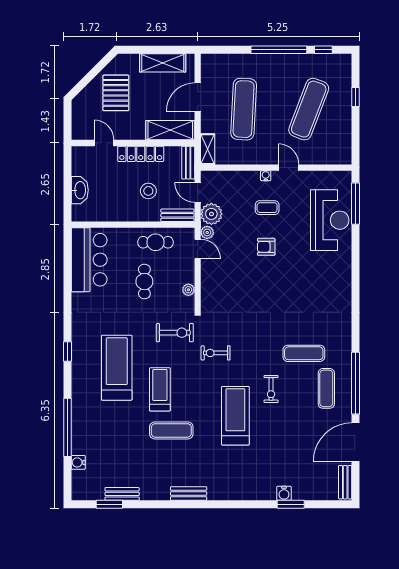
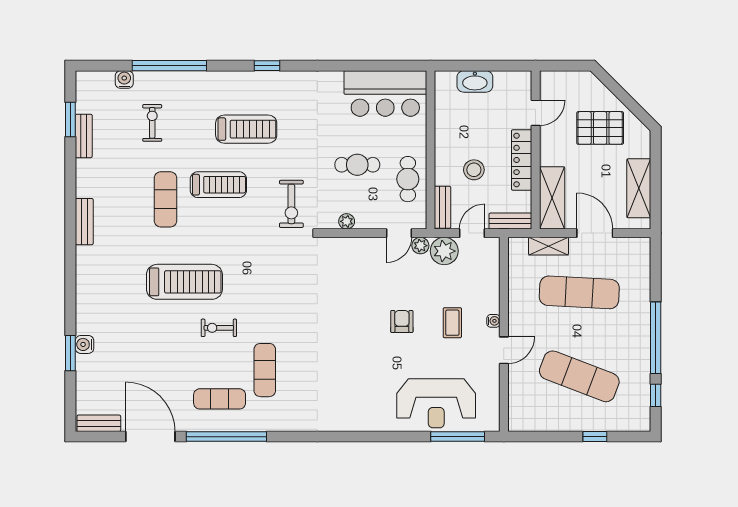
shelving: (208, 149) -> (548, 246), moved
exercise bike: (216, 353) -> (152, 123), moved
treadmill: (117, 368) -> (246, 129), width x0.73, depth x0.73

